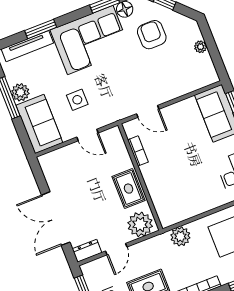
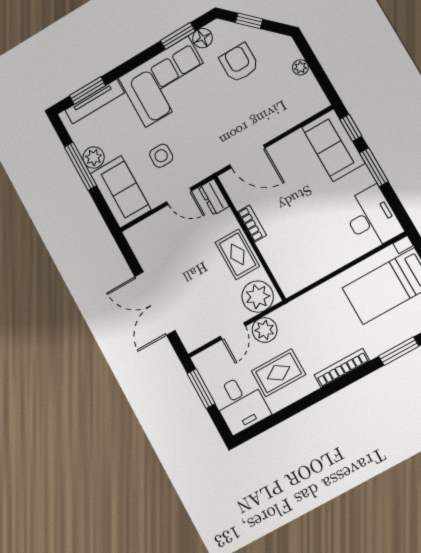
window: (41, 29) -> (87, 91), moved
door: (148, 111) -> (247, 156), width x1.38
bookcase: (138, 151) -> (252, 224), moved
plant: (180, 236) -> (265, 330), moved
dresser: (87, 251) -> (214, 197), moved, turned -90

